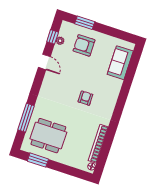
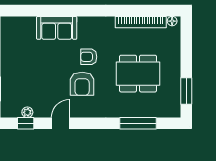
armchair: (84, 45) -> (82, 84), moved
sofa: (120, 63) -> (57, 28), moved
dining table: (48, 136) -> (138, 74), moved, turned 90

